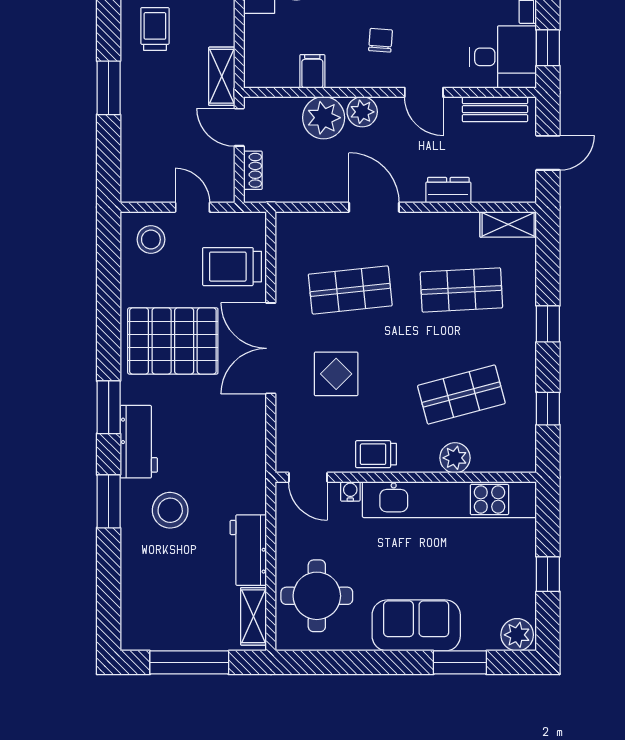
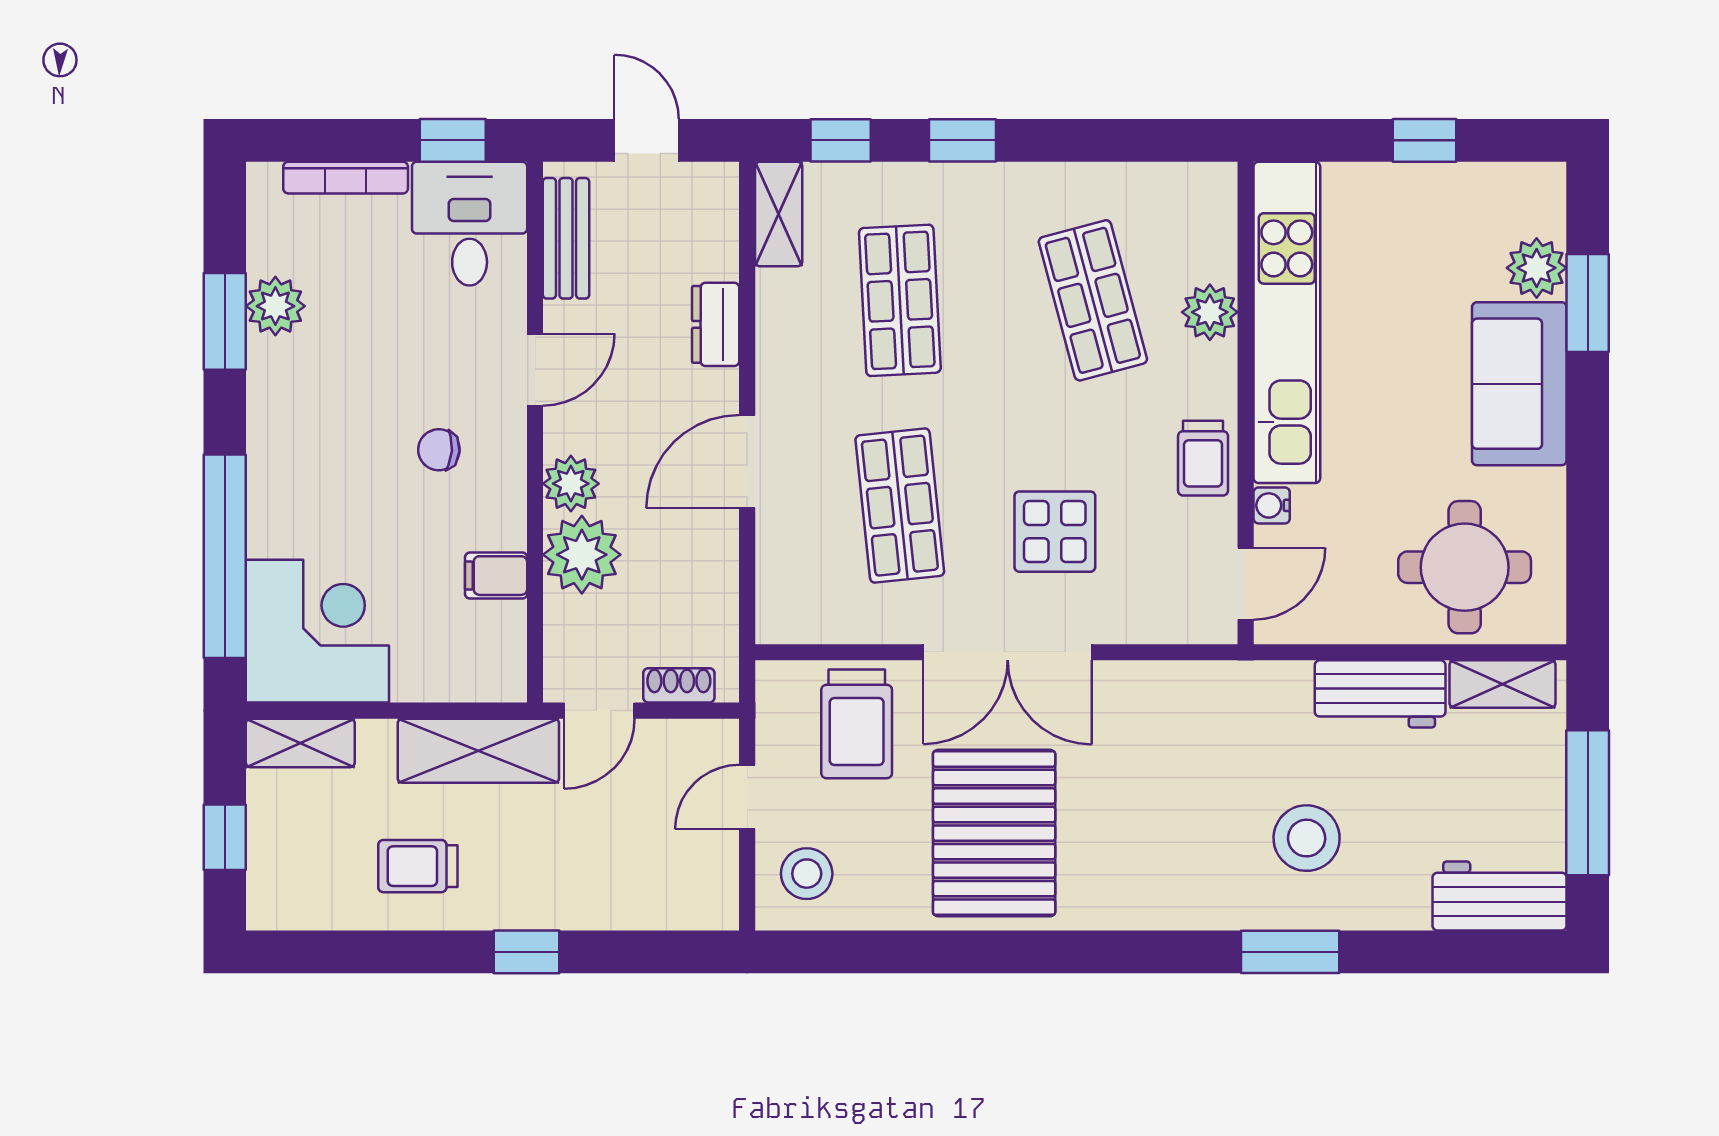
shelving: (222, 76) -> (478, 751), width x1.50, depth x1.33
window: (109, 88) -> (527, 952), width x0.67
window: (109, 407) -> (1116, 952), removed
window: (548, 409) -> (841, 140), moved
workbench: (139, 442) -> (1500, 896), moved
plant: (517, 635) -> (1537, 268), moved

